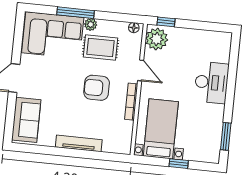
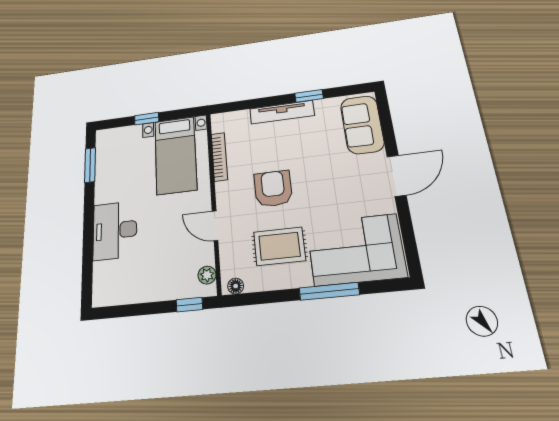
plant: (91, 24) -> (302, 278), removed
plant: (157, 39) -> (207, 275), width x0.53, depth x0.53
armchair: (97, 88) -> (273, 189), turned -90
bookcase: (131, 102) -> (219, 157), moved
window: (57, 151) -> (309, 96), added

